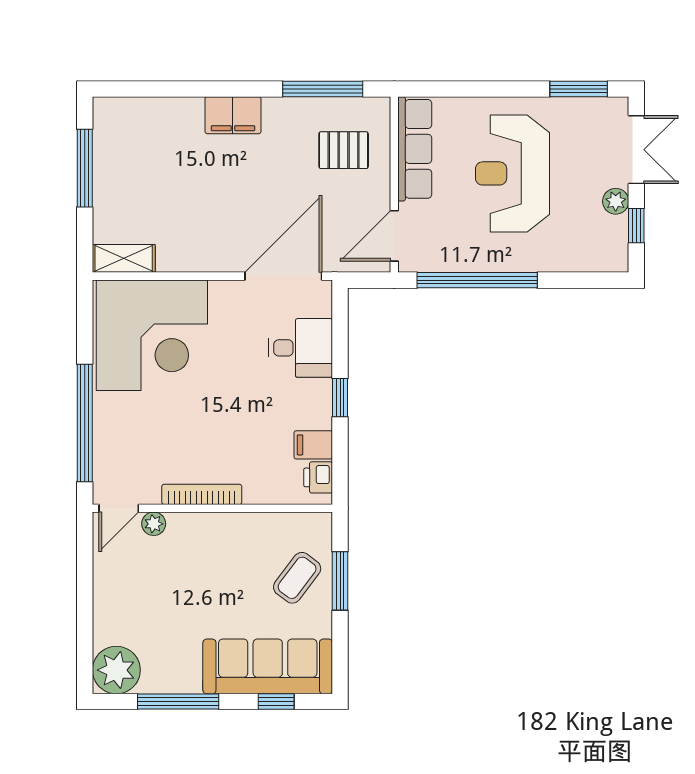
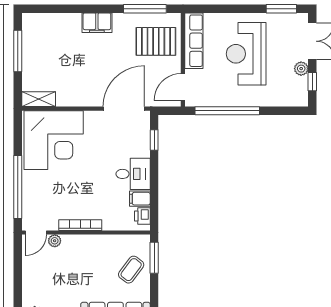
pallet: (344, 150) -> (156, 41), width x1.50, depth x1.42
desk: (301, 348) -> (133, 174), moved
window: (340, 398) -> (154, 140), moved
window: (340, 581) -> (154, 258), moved

